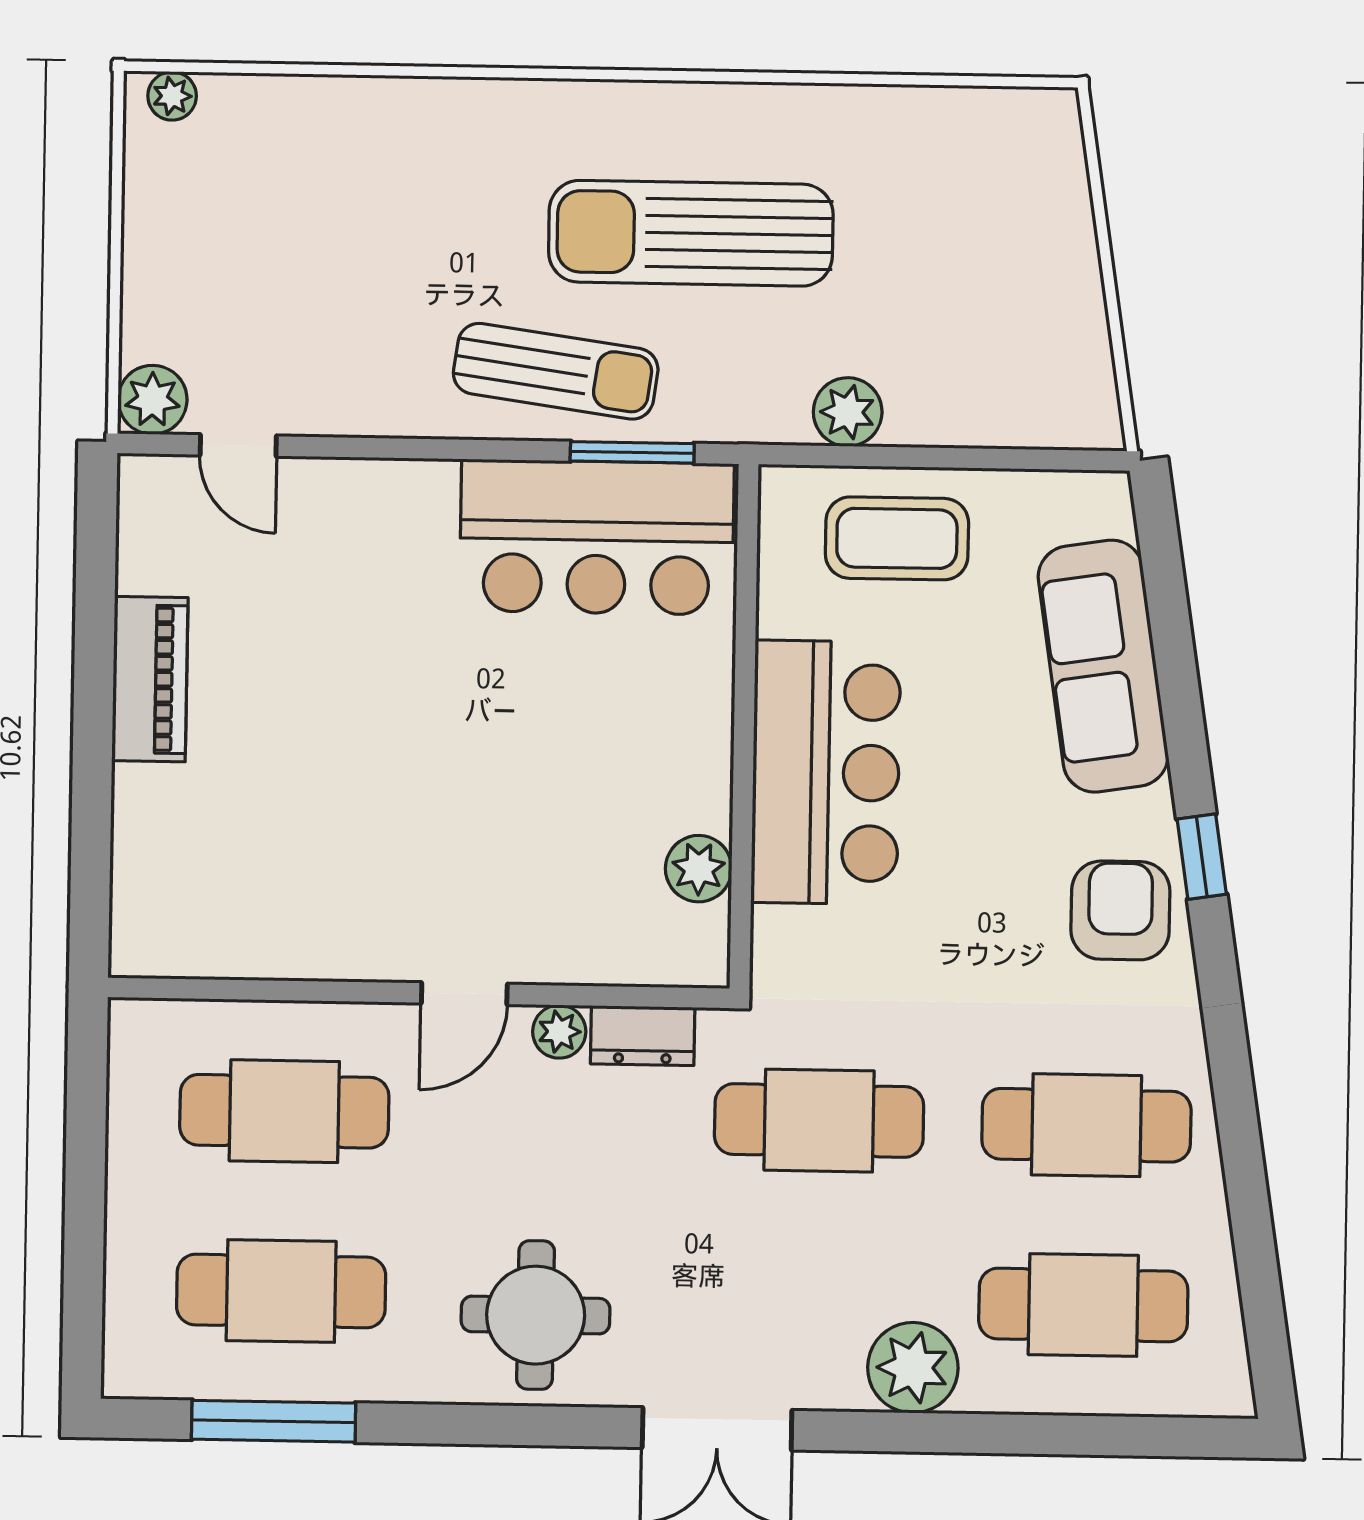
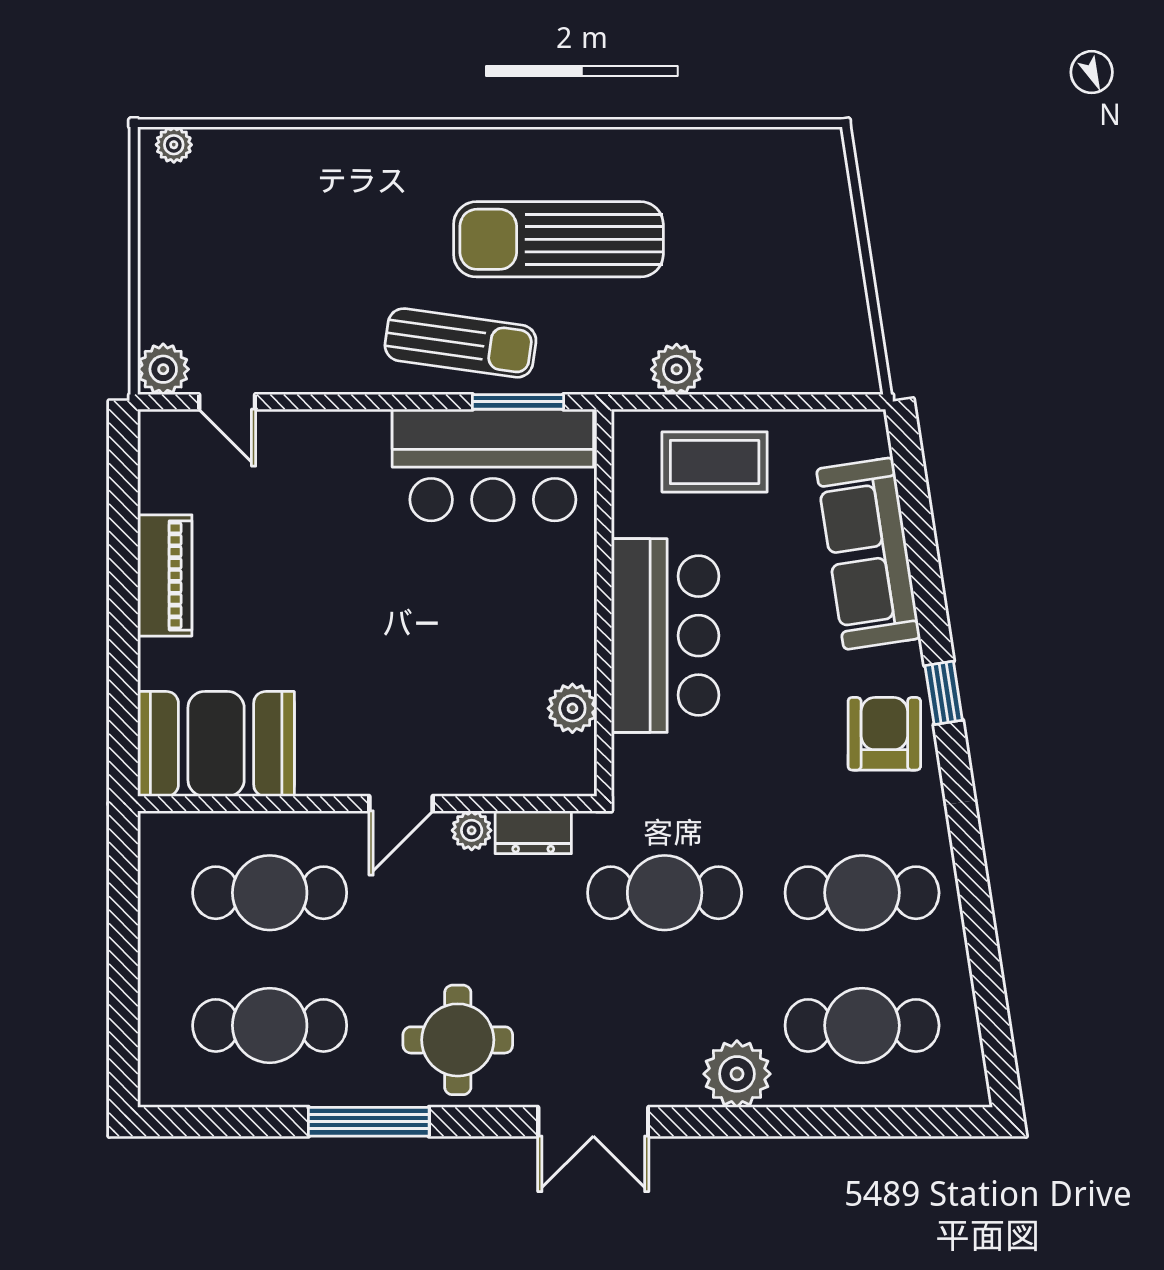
booth: (215, 908) -> (216, 744), added
window: (274, 1421) -> (369, 1122), moved

